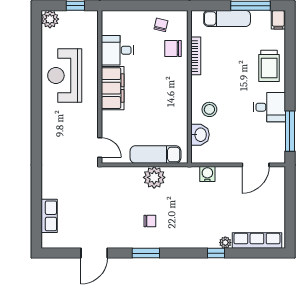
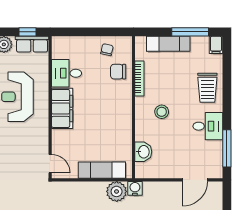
row of seats: (80, 19) -> (32, 44), added
stool: (209, 109) -> (162, 112), moved
water cooler: (207, 174) -> (135, 188), moved
plant: (154, 177) -> (117, 191), moved

